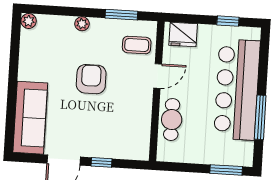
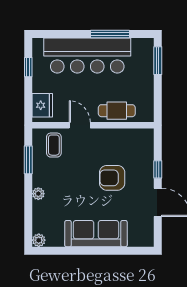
armchair: (91, 79) -> (112, 178), moved
sofa: (30, 118) -> (96, 234), moved

